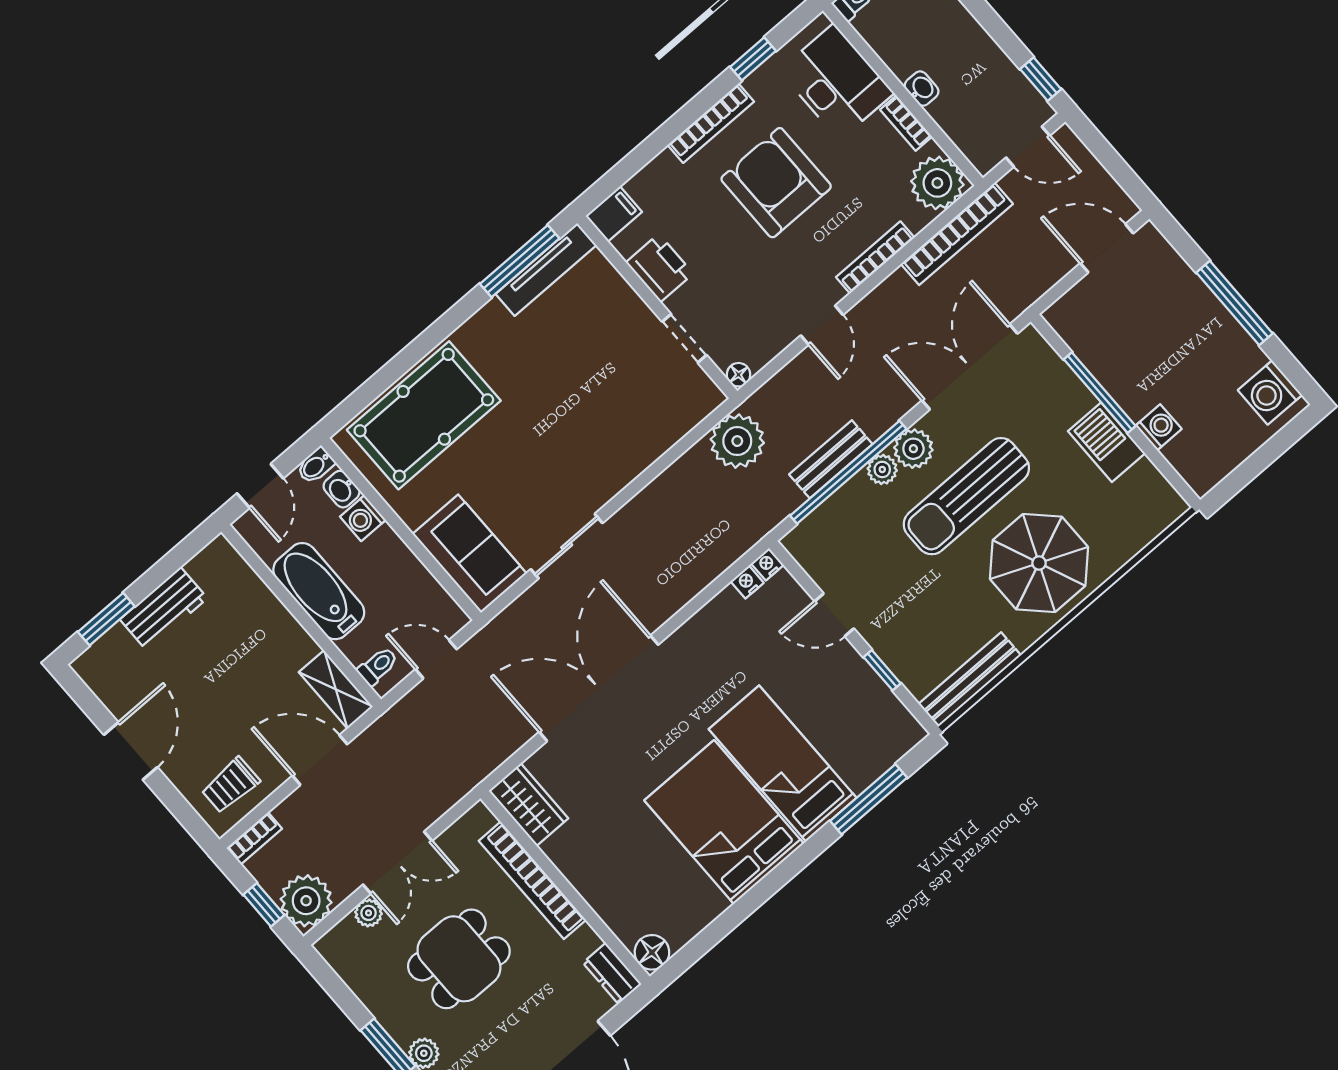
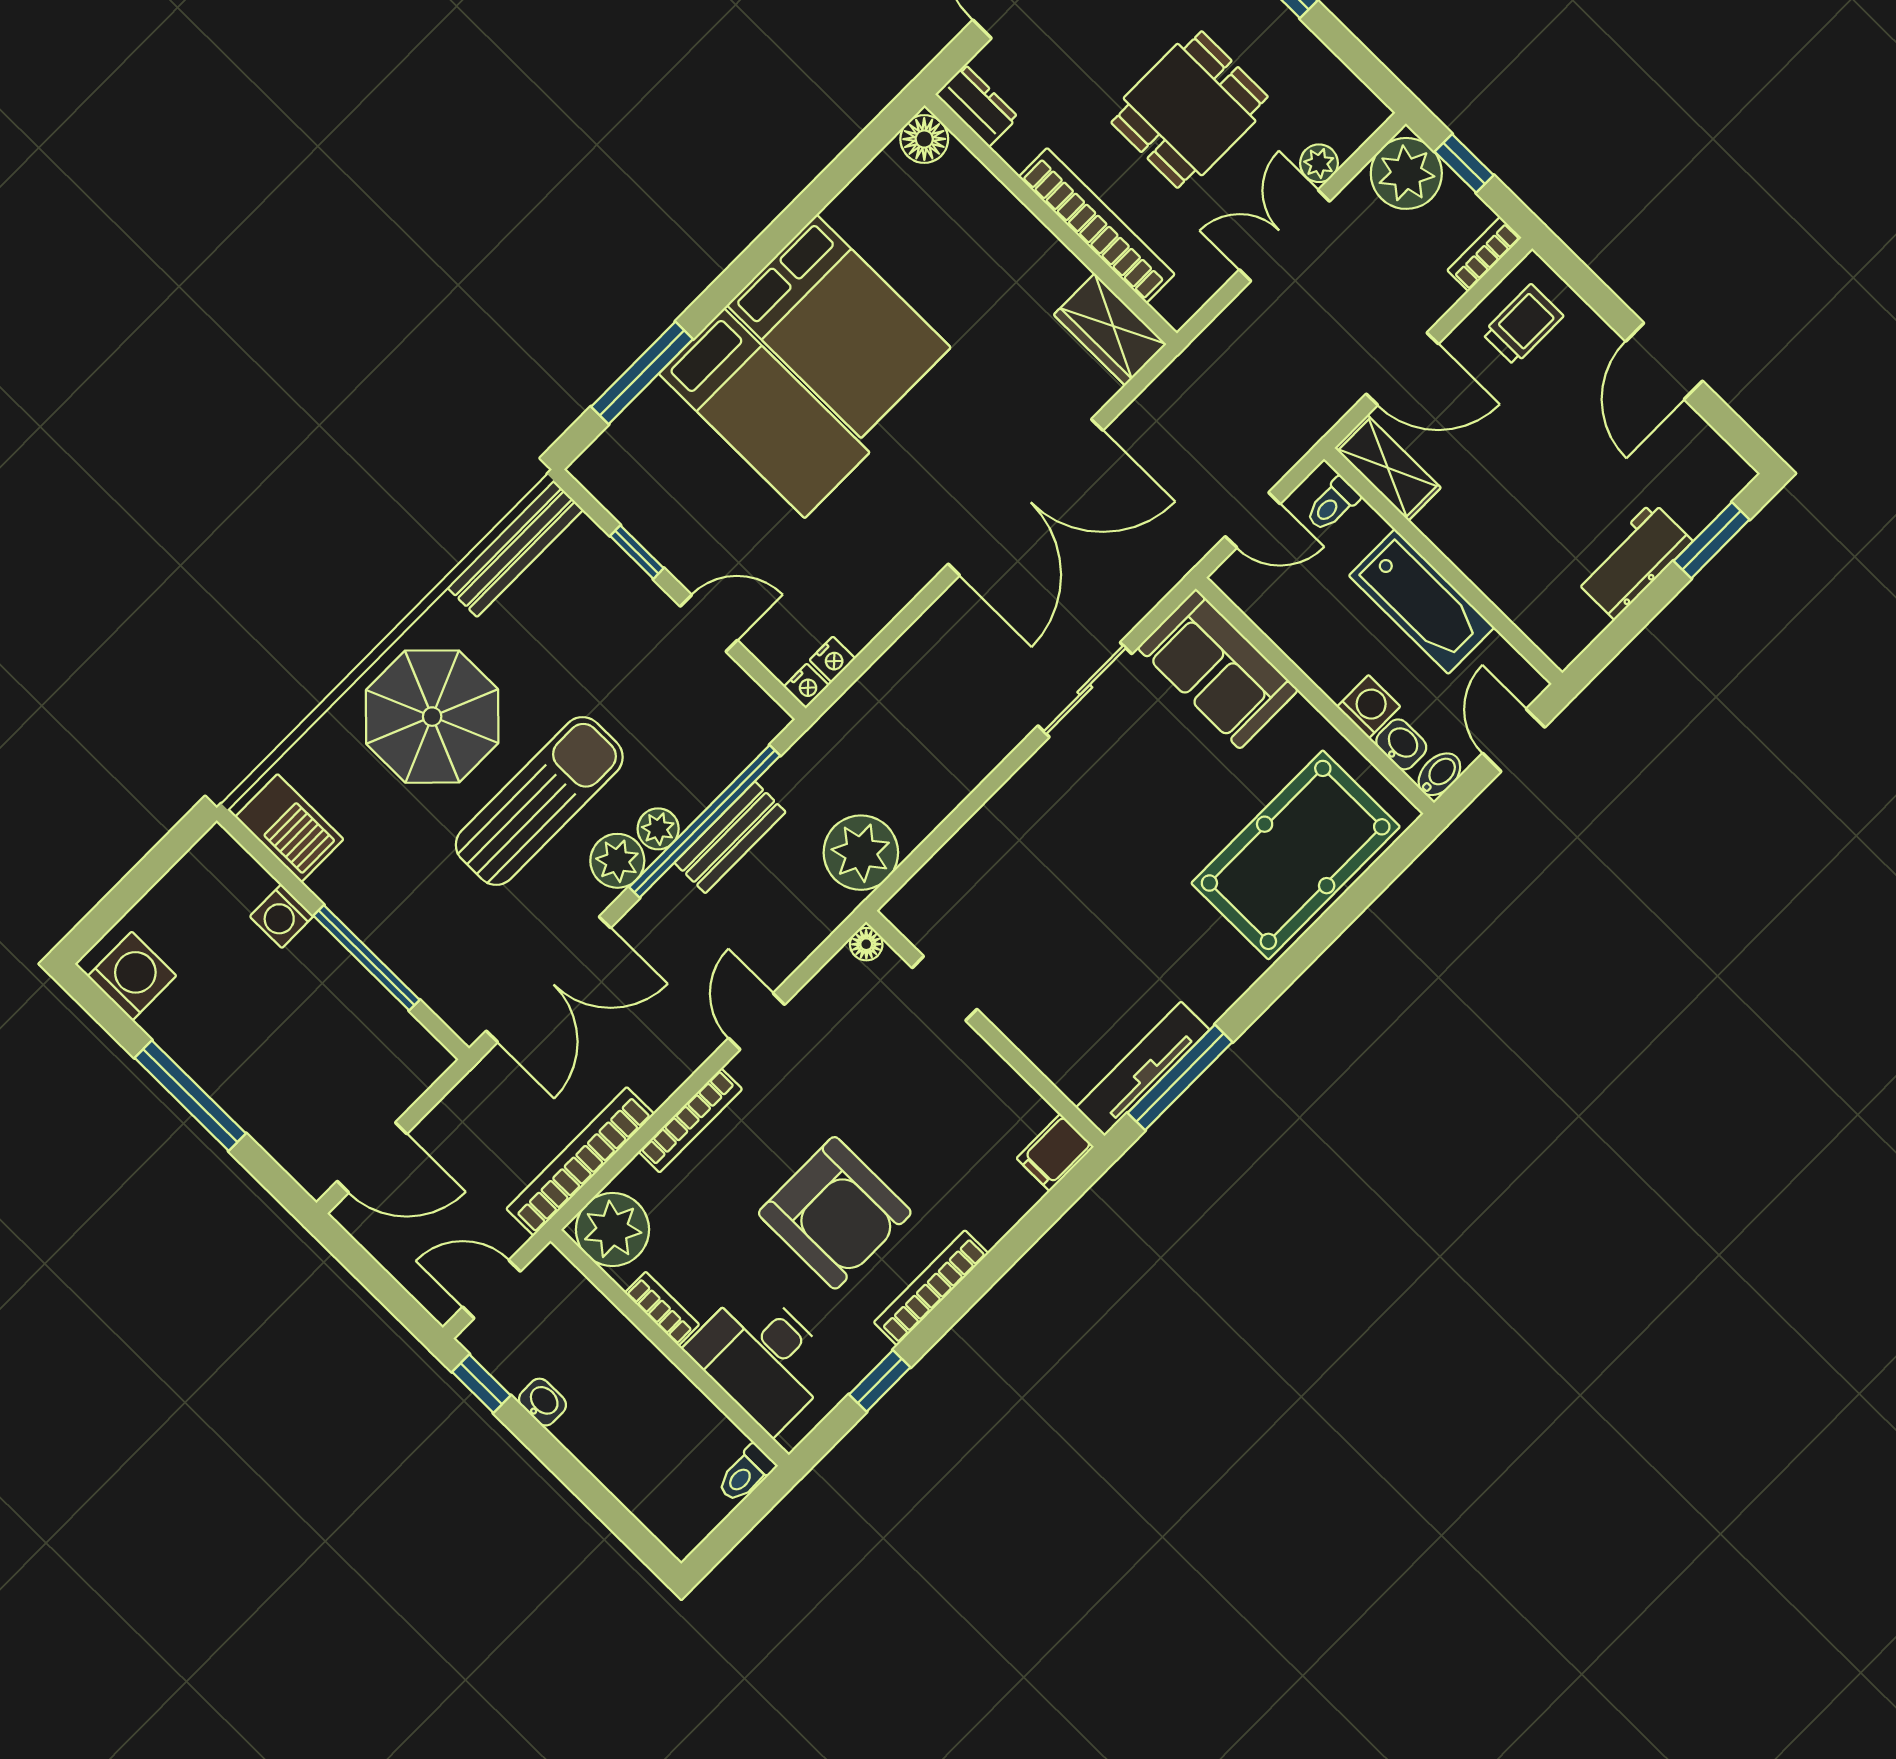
washbasin: (922, 89) -> (542, 1402), moved, turned 180
printer: (660, 268) -> (986, 1083), removed
barbecue: (1107, 442) -> (289, 828), moved

